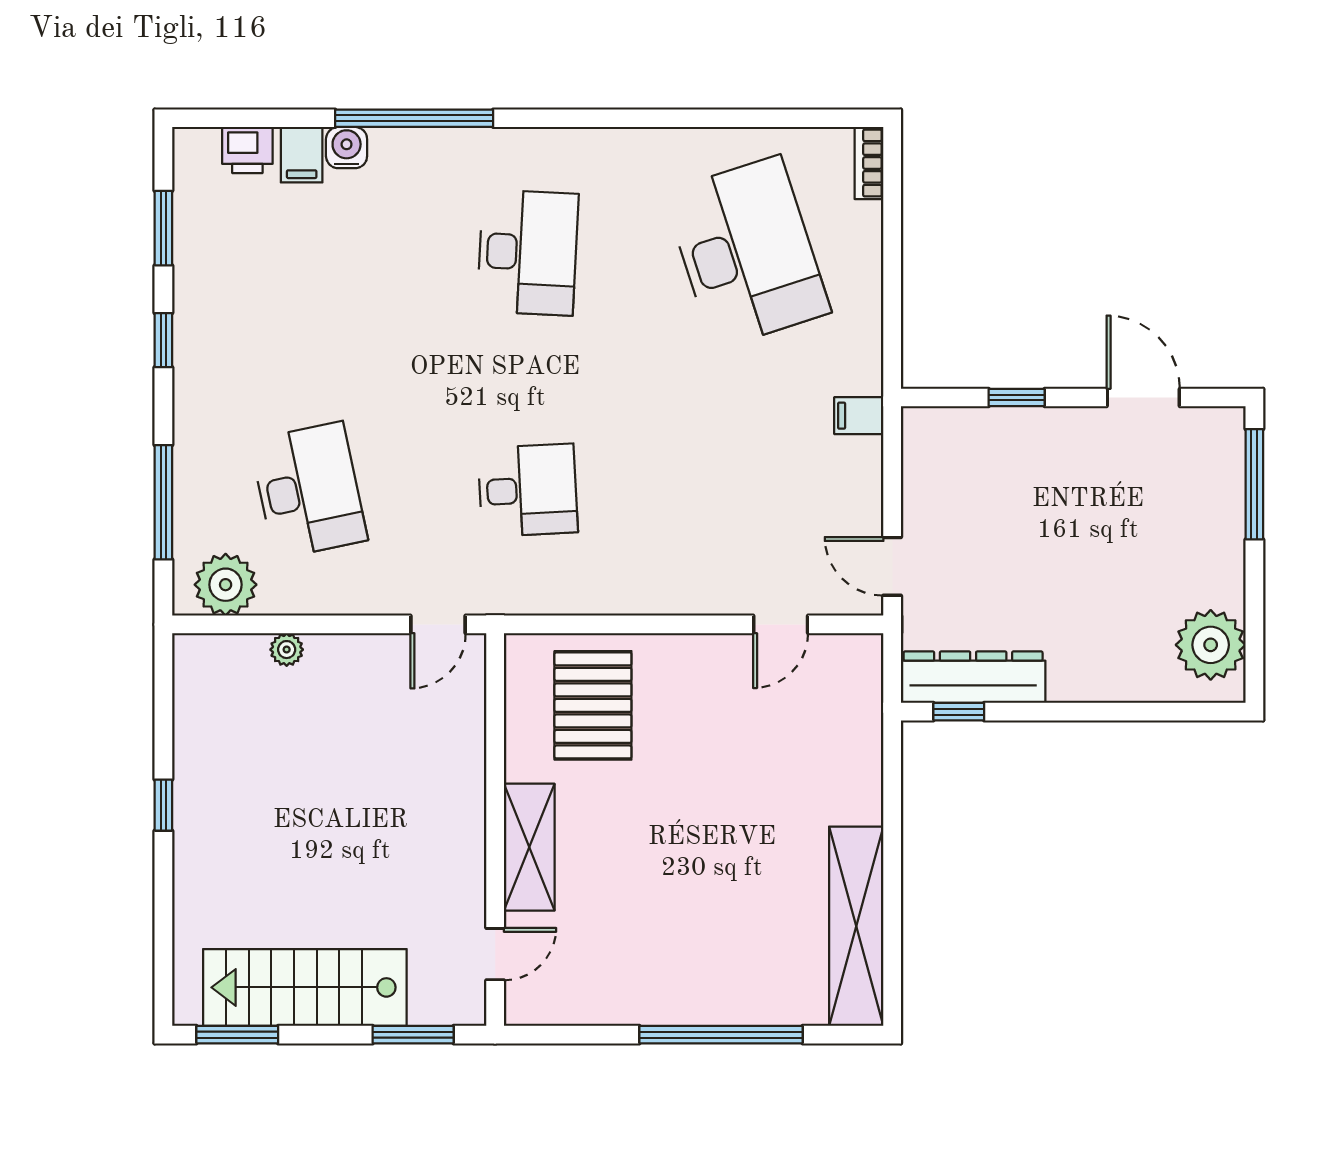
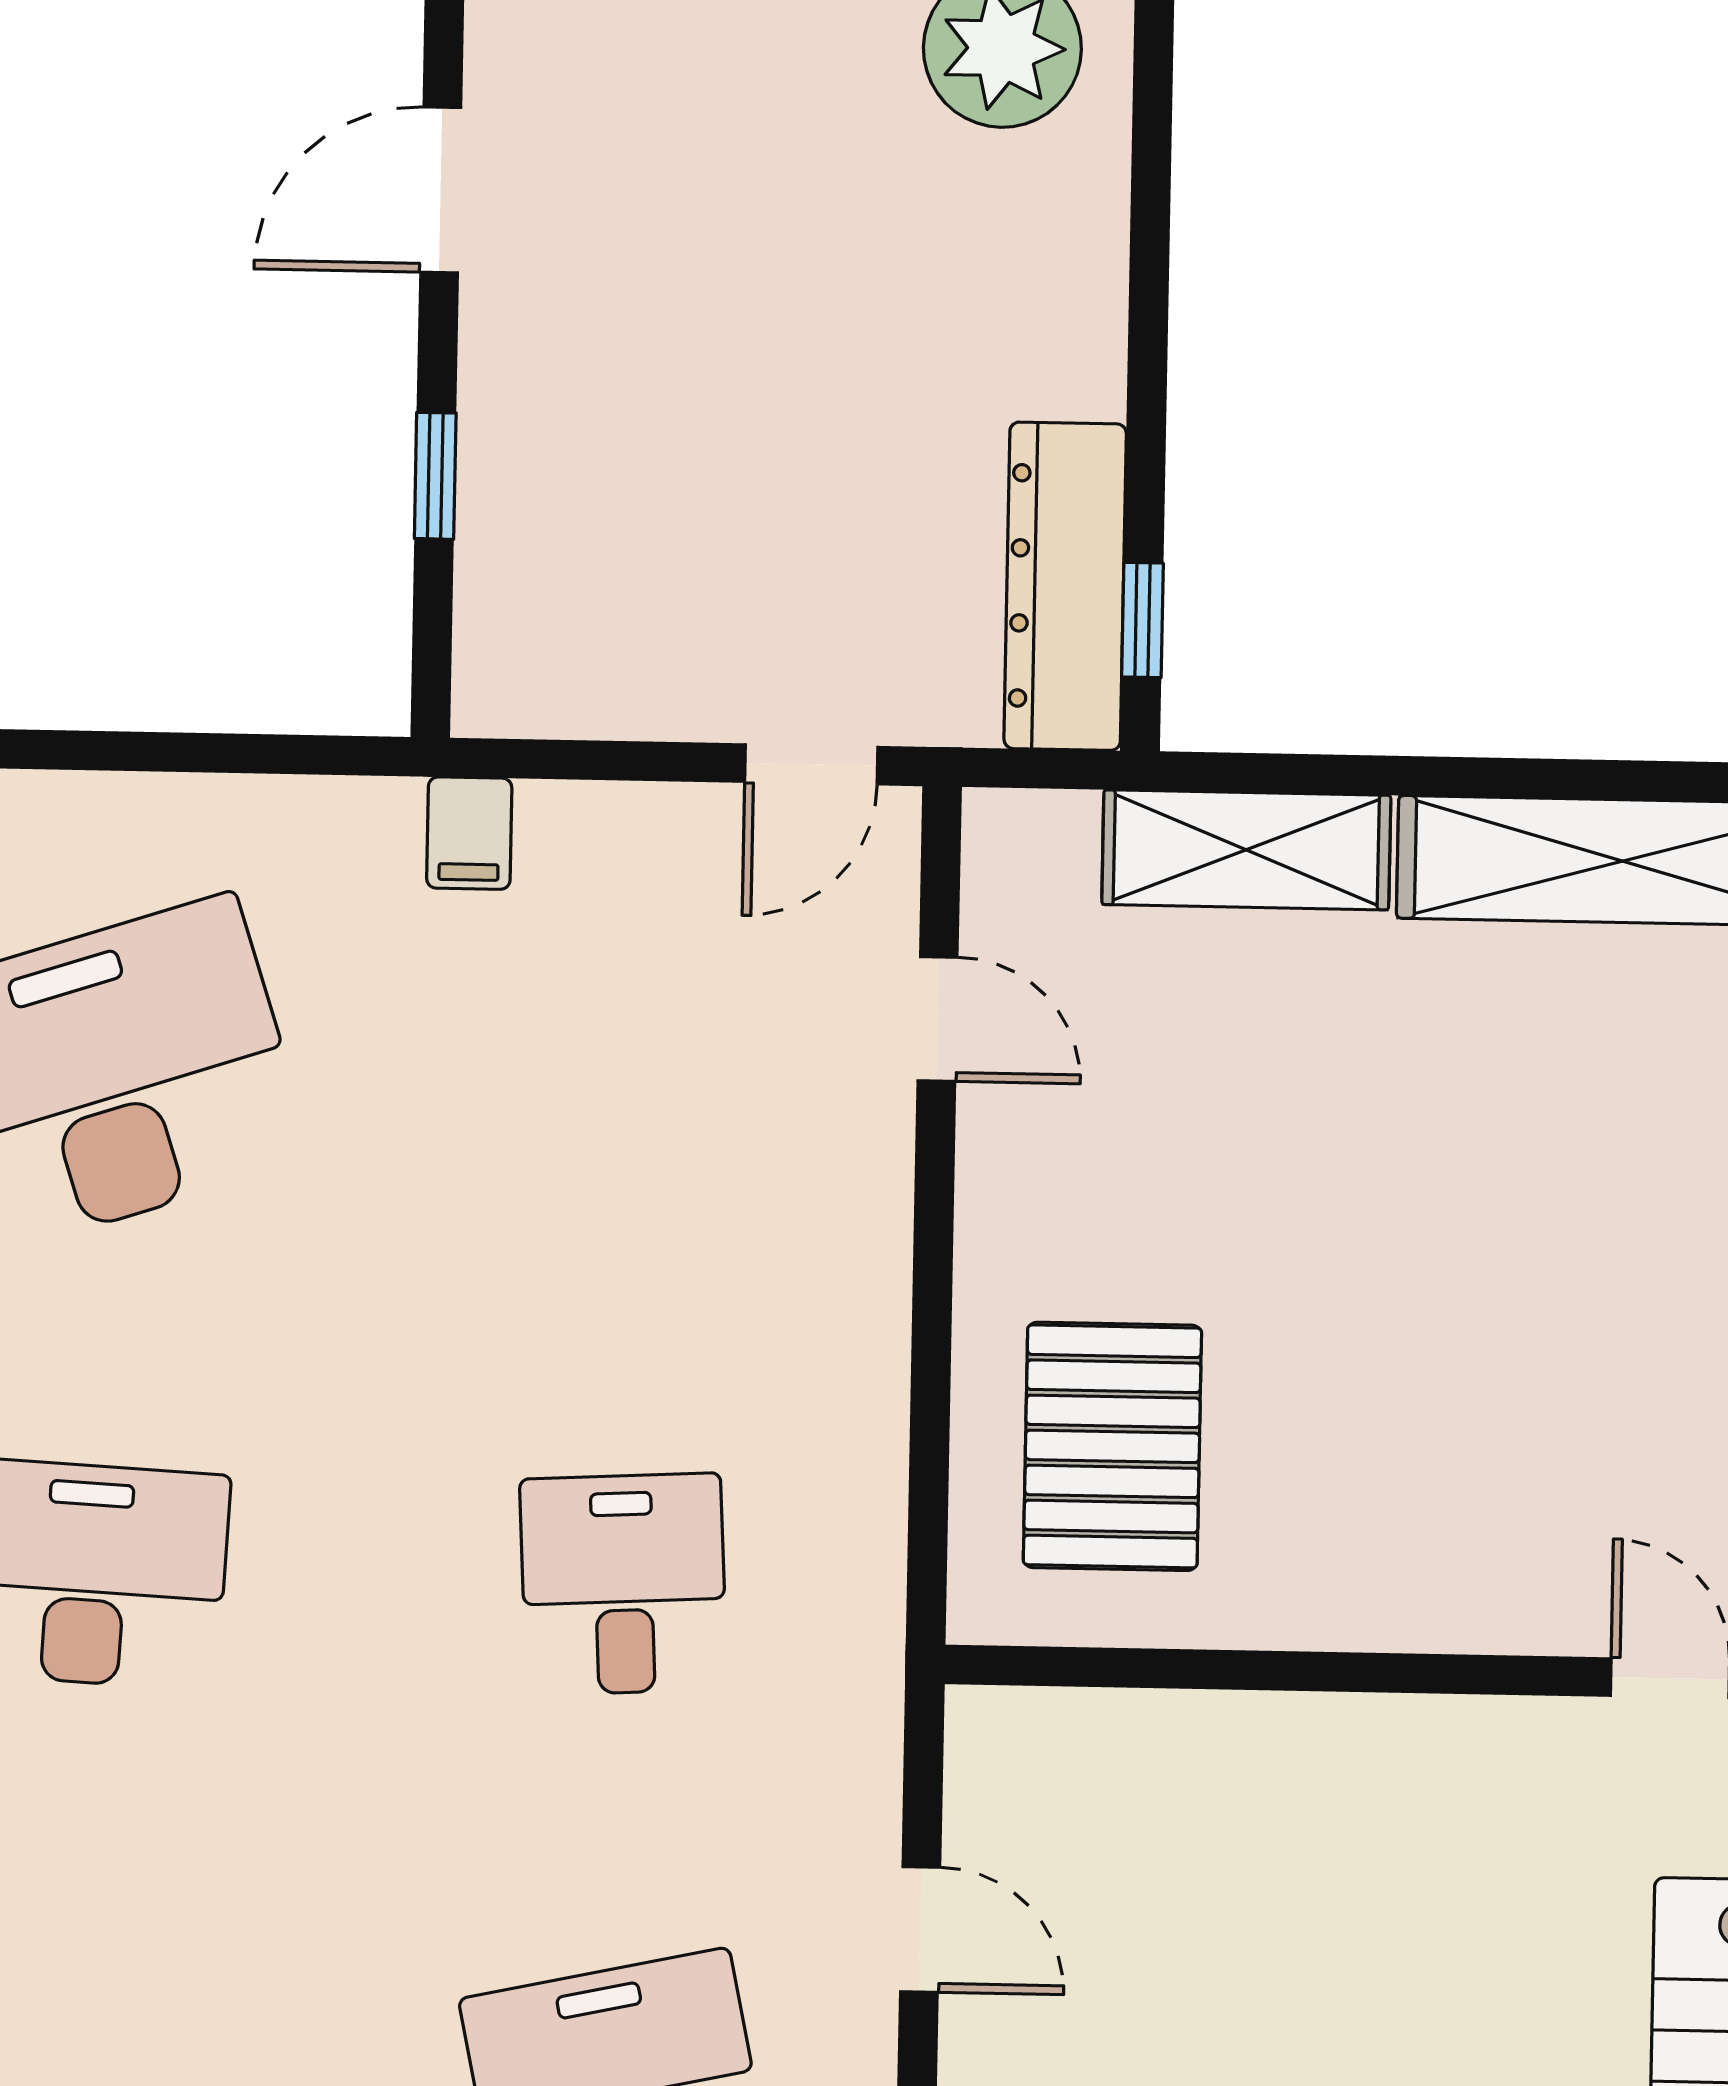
door: (438, 624) -> (920, 1929), moved
pallet: (593, 705) -> (1112, 1446), turned 90
shelving: (529, 847) -> (1246, 850), moved

